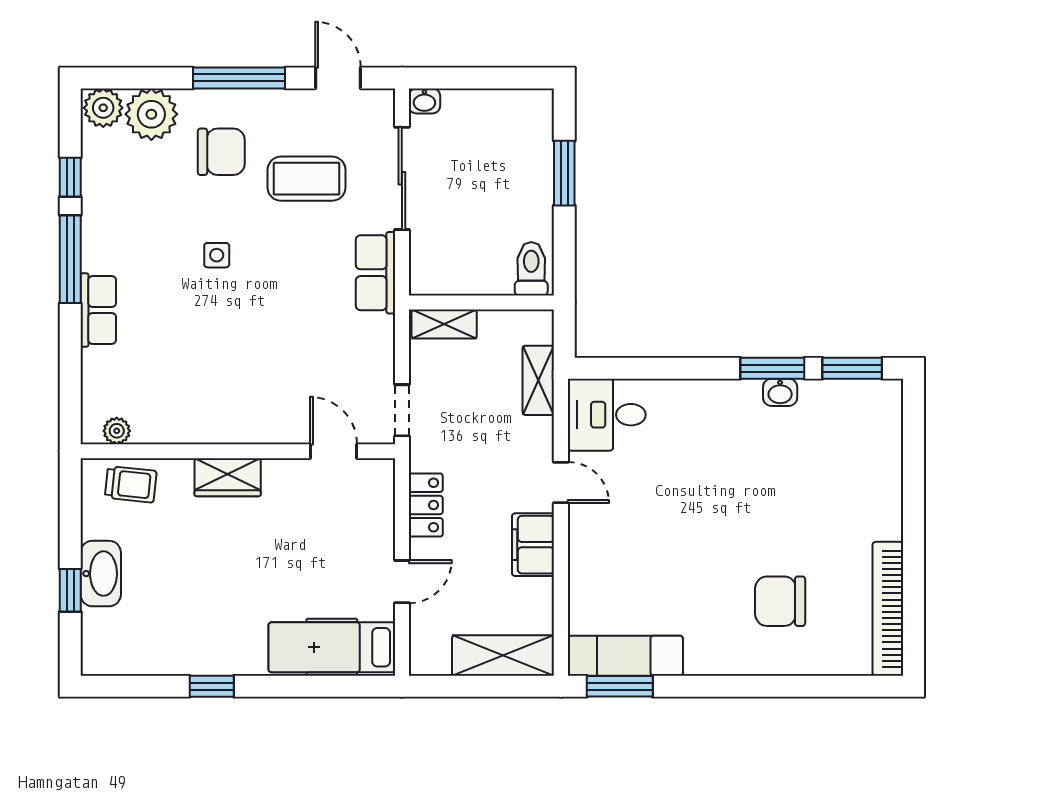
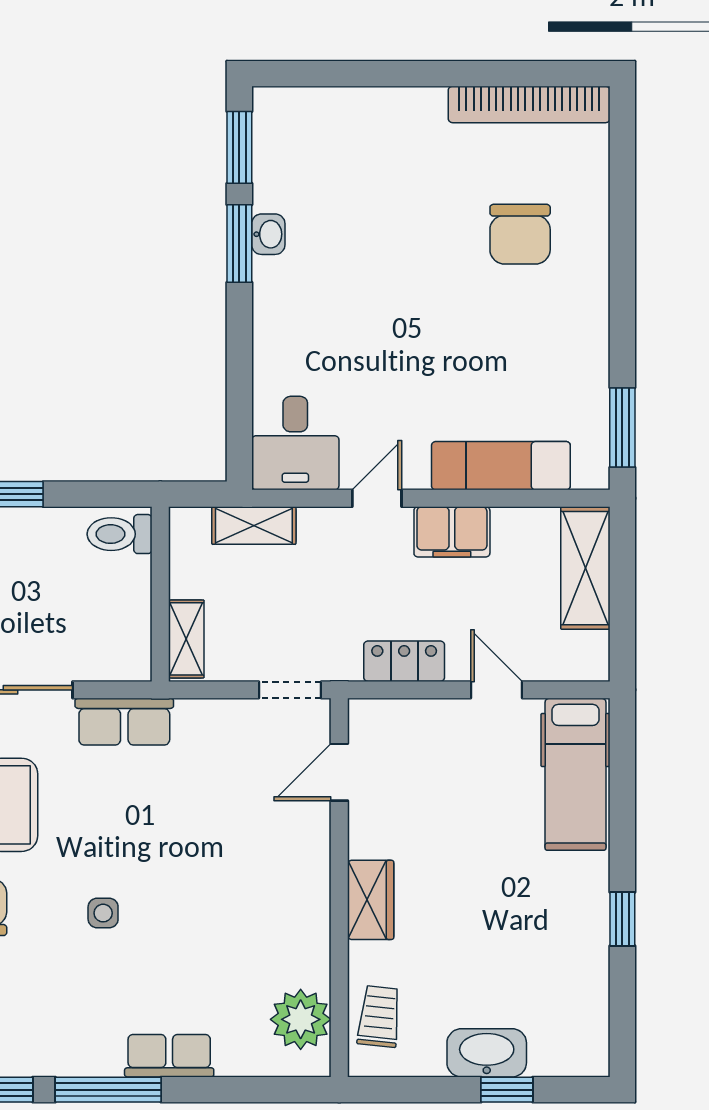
plant: (117, 431) -> (301, 1019), width x1.88, depth x1.88
exam couch: (625, 656) -> (501, 466), moved, turned 90

